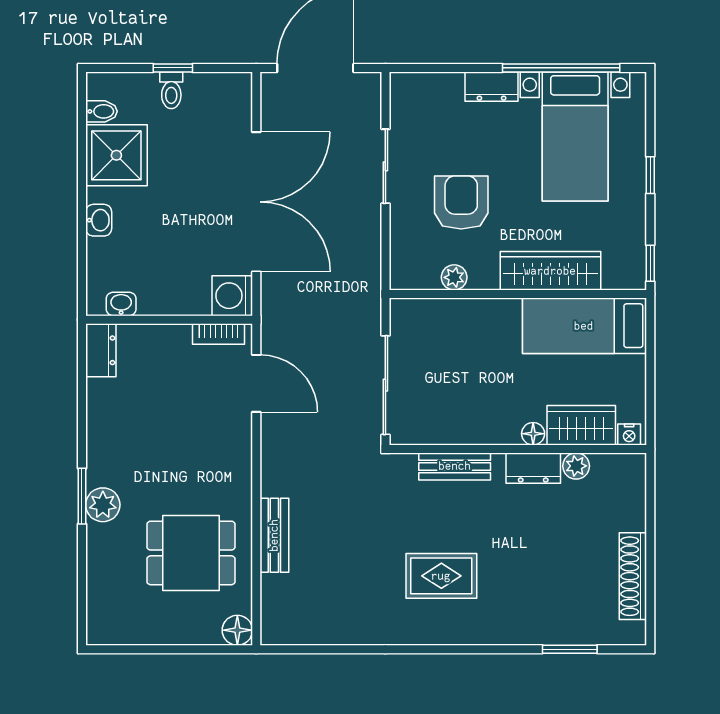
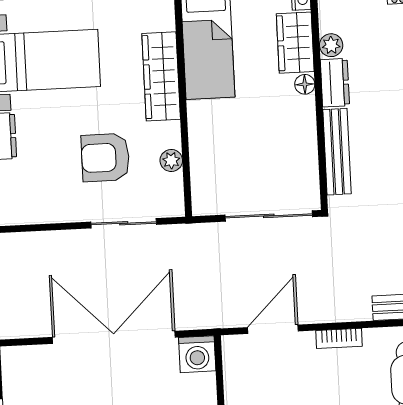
sliding door: (385, 166) -> (124, 223), moved
bookcase: (218, 334) -> (339, 338), moved, turned 90
bench: (455, 466) -> (337, 152), width x1.36

